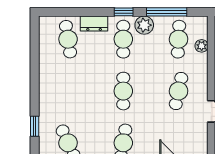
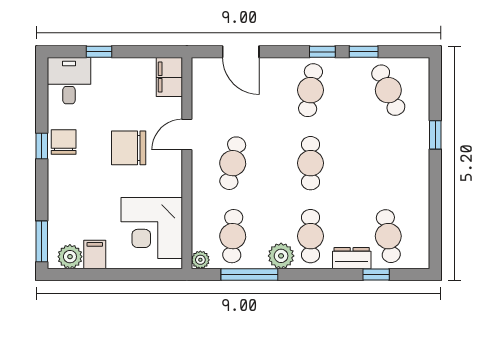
window: (124, 12) -> (376, 274), moved
plant: (202, 46) -> (200, 260), moved
window: (35, 126) -> (435, 135), moved

